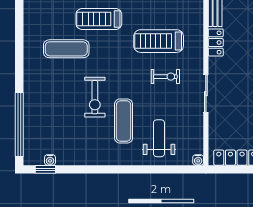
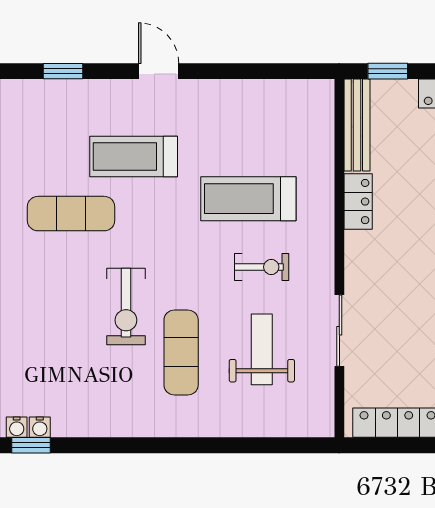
sliding door: (206, 94) -> (339, 331), moved
weight bench: (159, 138) -> (262, 349), moved
water cooler: (198, 160) -> (17, 427), moved

